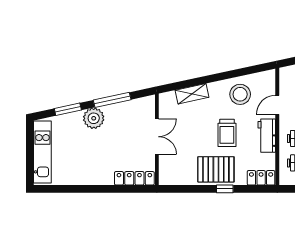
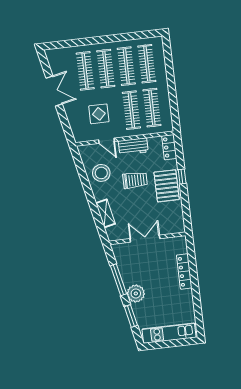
locker: (134, 178) -> (184, 272), moved

